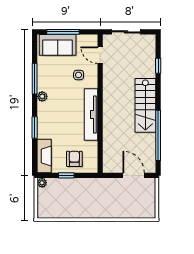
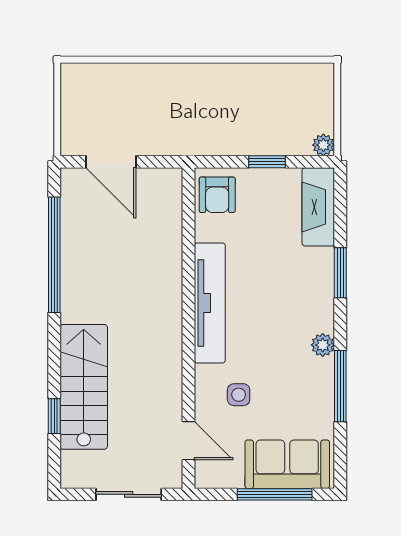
stairs: (145, 105) -> (84, 387), moved
armchair: (74, 159) -> (217, 195), moved

